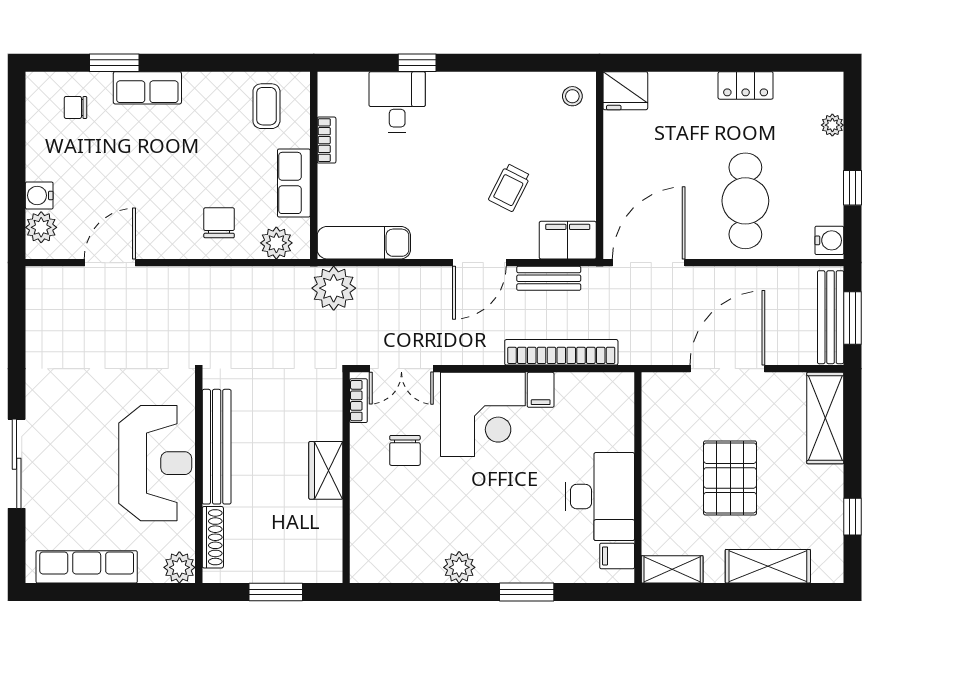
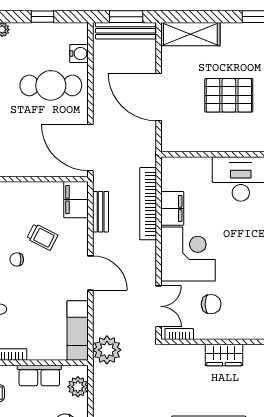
chair: (475, 148) -> (17, 259), added
water cooler: (829, 240) -> (79, 54), moved, turned 90
door: (479, 263) -> (90, 273), moved
filing cabinet: (541, 390) -> (172, 208), width x2.00

